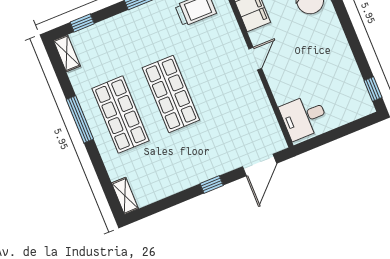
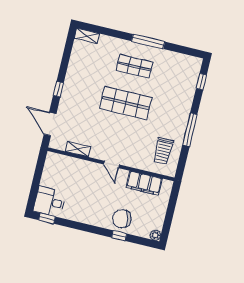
shelving: (67, 53) -> (78, 149), moved
shop shelf: (120, 115) -> (134, 66), width x0.70, depth x0.74
desk: (304, 117) -> (50, 202), moved, turned -90

